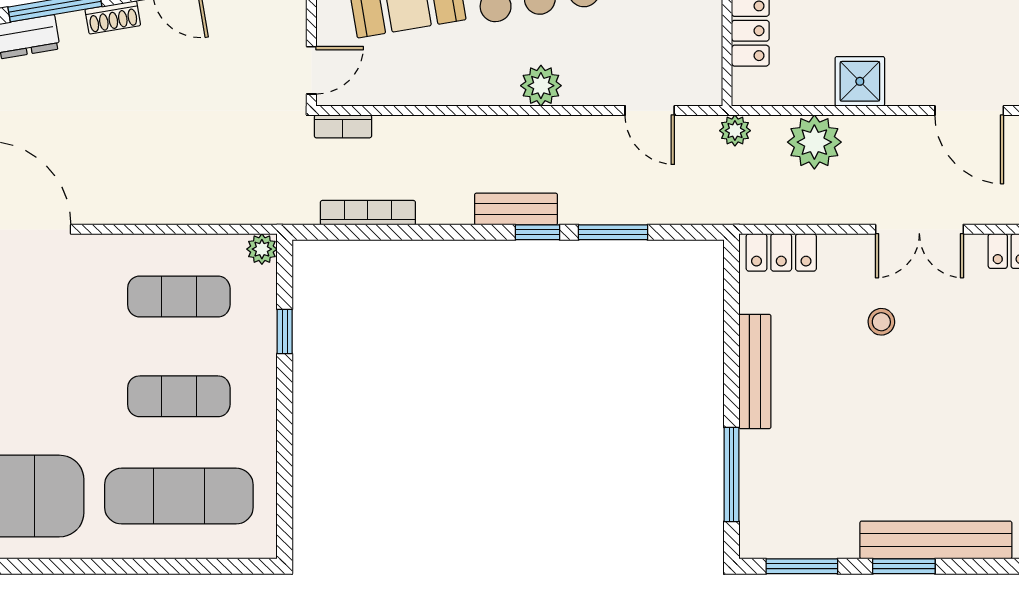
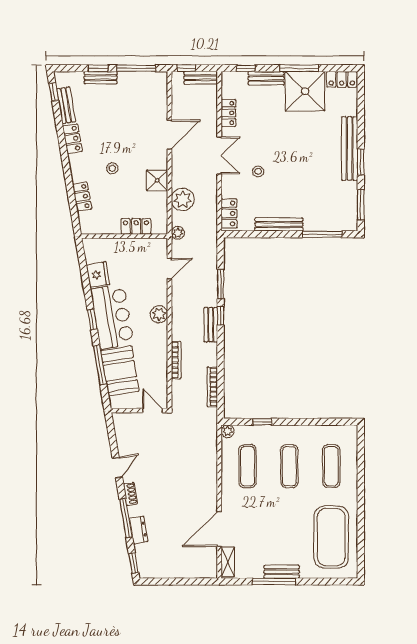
bookcase: (343, 126) -> (176, 360), moved, width x1.56
exercise mat: (179, 496) -> (331, 466), width x0.73, depth x0.69

